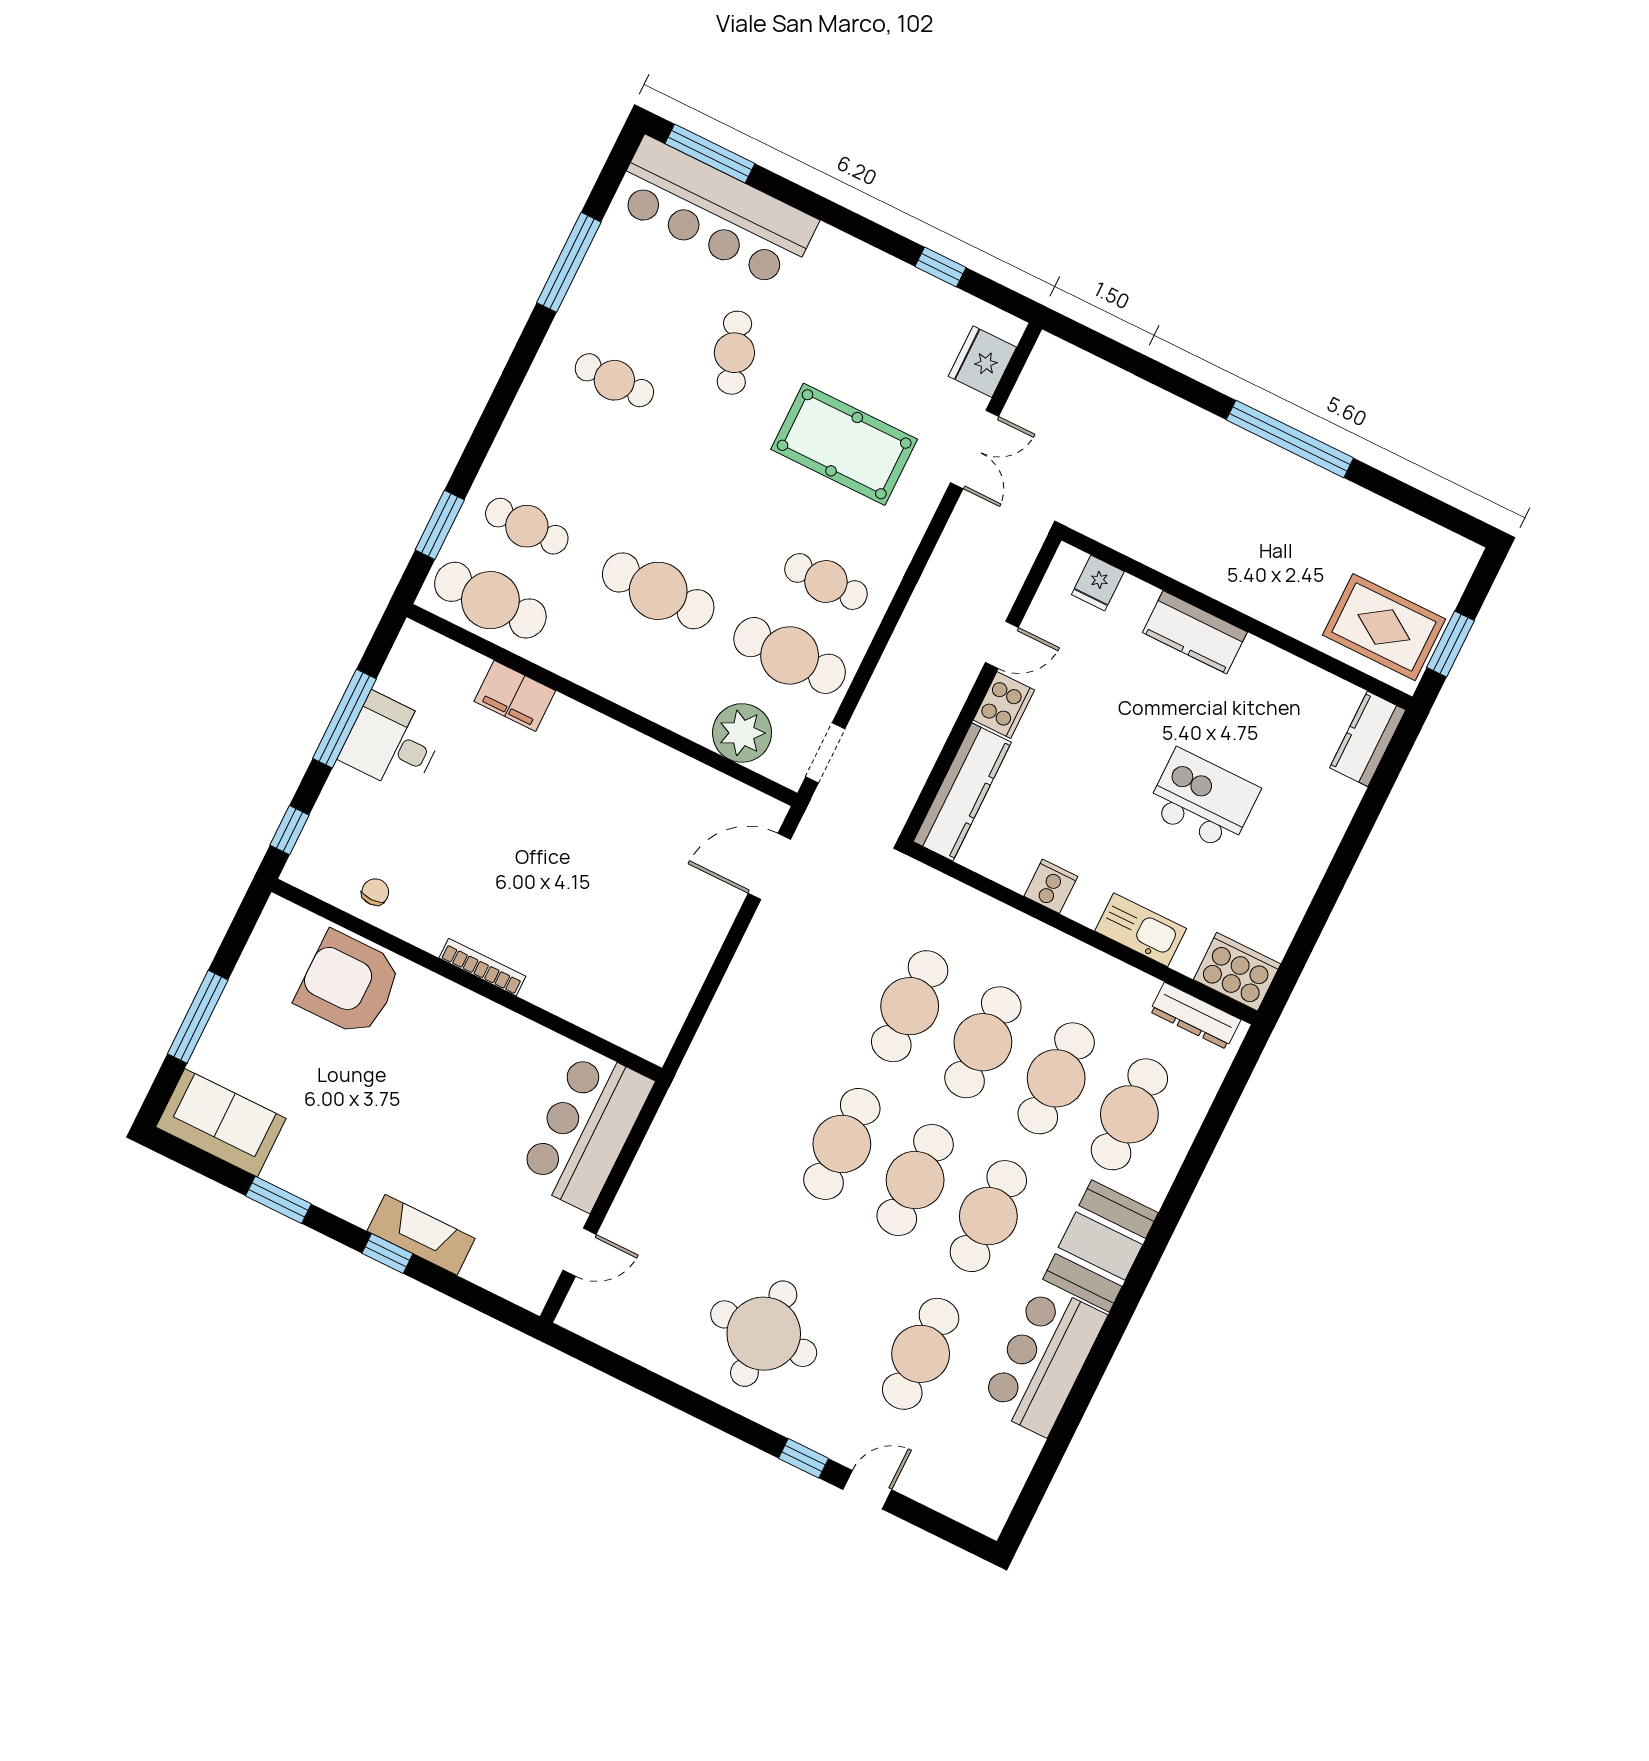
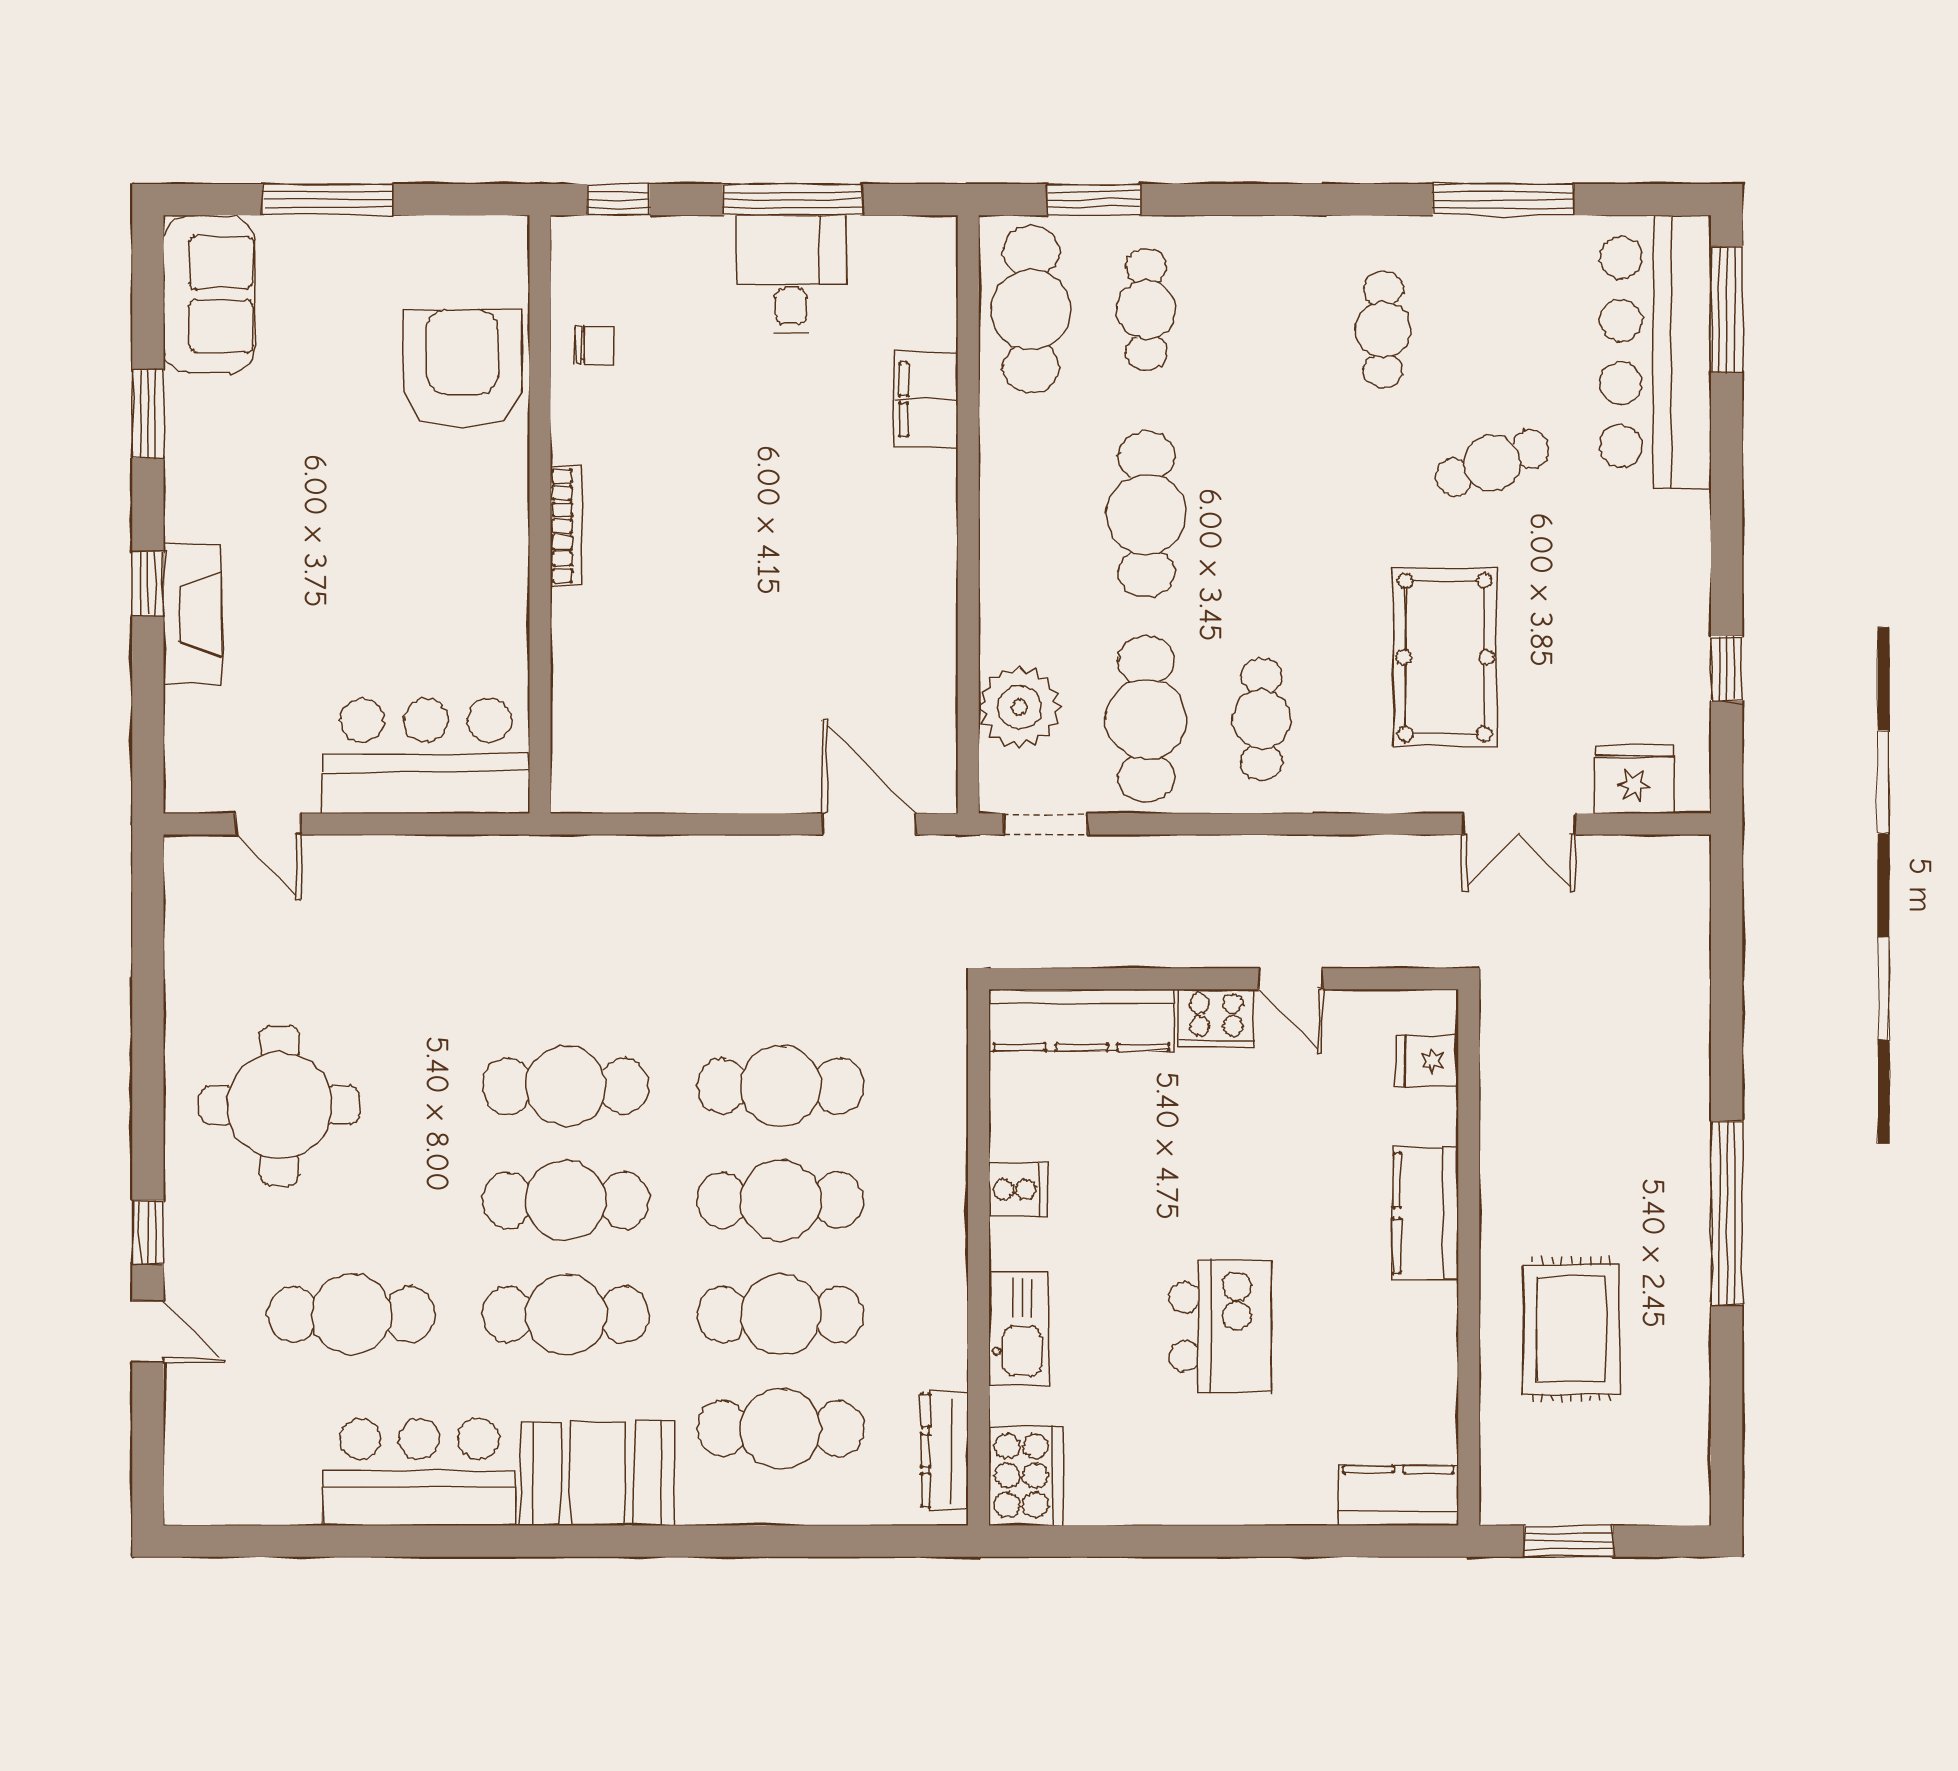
rug: (1384, 627) -> (1571, 1329), moved

